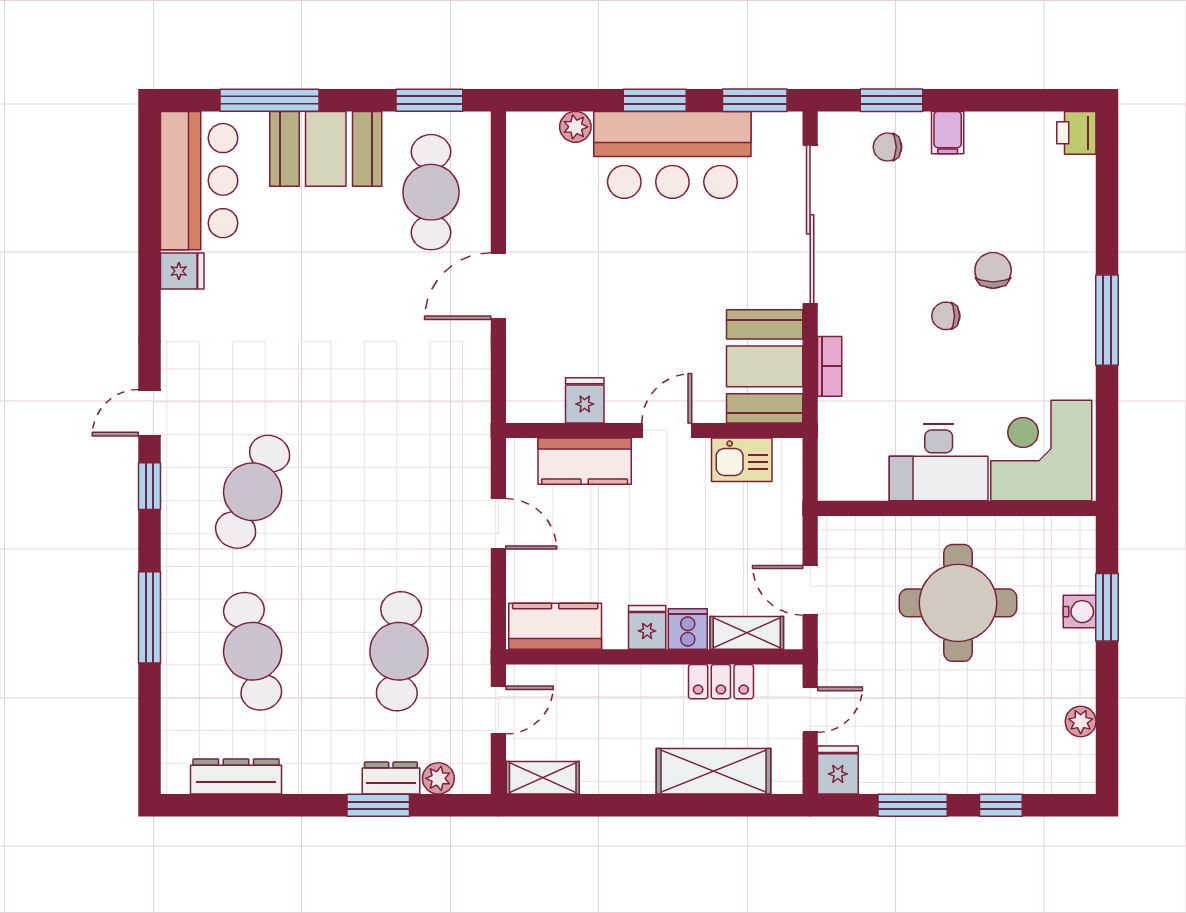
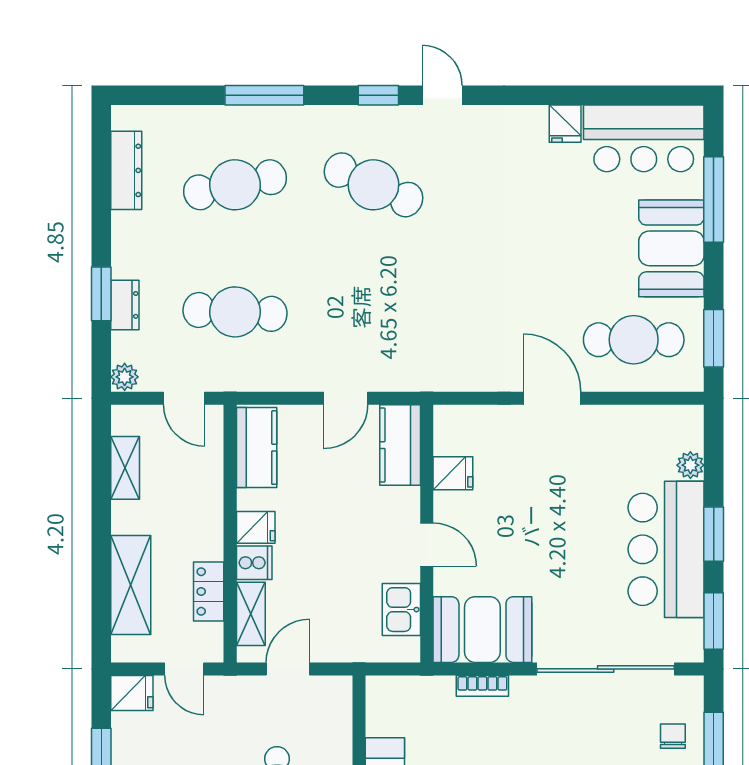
kitchen counter: (585, 461) -> (400, 445), moved
plant: (438, 778) -> (125, 377), moved
shelving: (543, 778) -> (125, 468), moved

